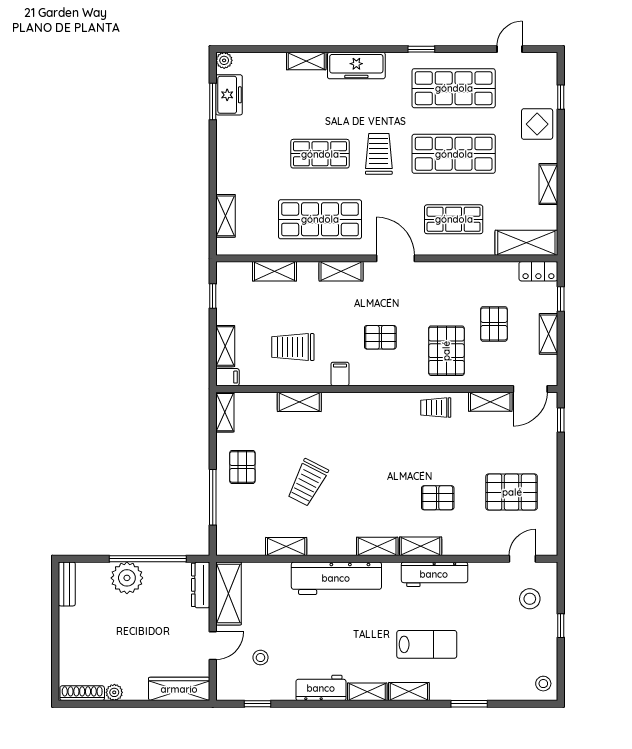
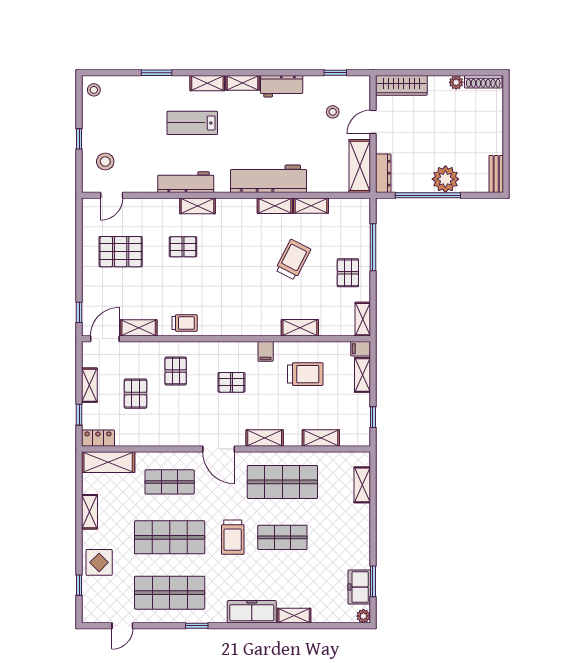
pallet: (446, 351) -> (176, 371), width x0.67, depth x0.71
shelving: (377, 546) -> (275, 206), moved

